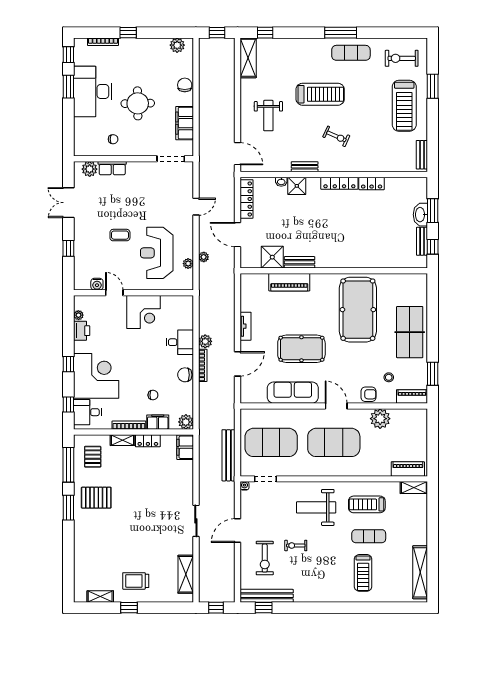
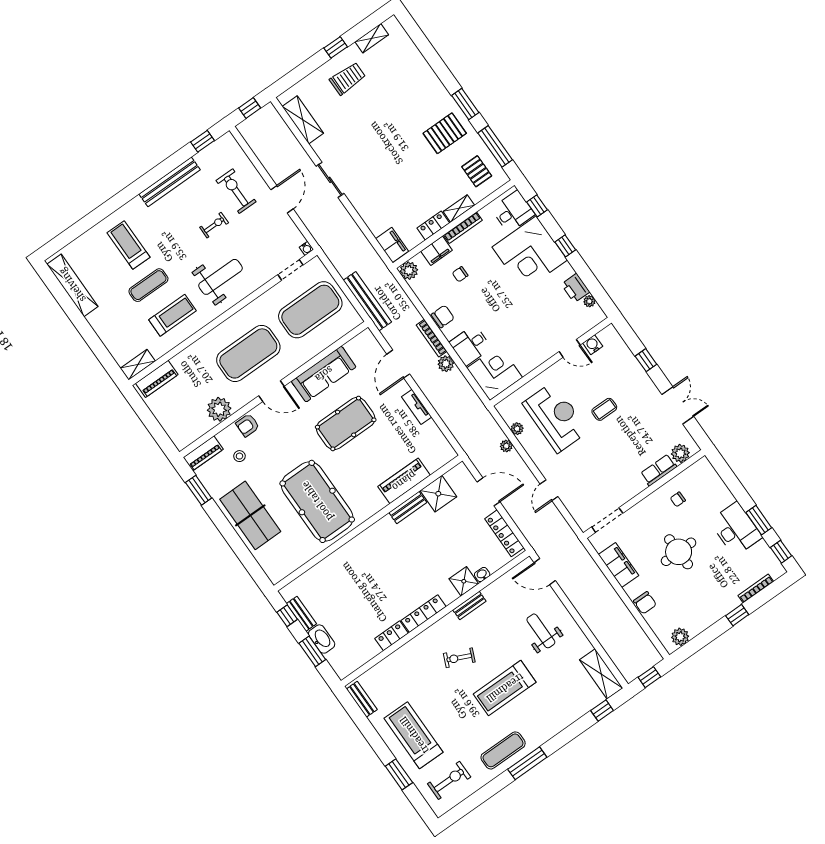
desk: (93, 91) -> (736, 529), width x0.73, depth x0.77
corner desk: (144, 312) -> (495, 373), moved, turned 90
bench: (229, 455) -> (367, 301), moved
bench: (267, 596) -> (170, 182), moved

